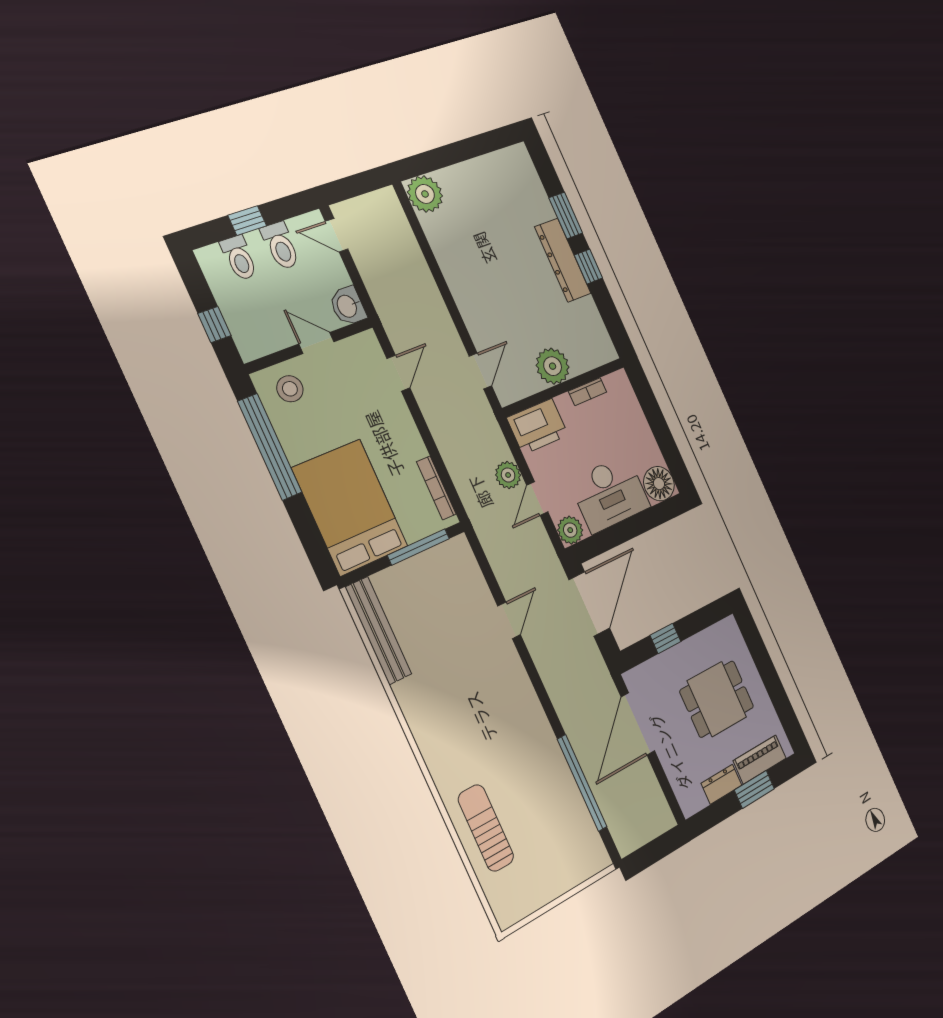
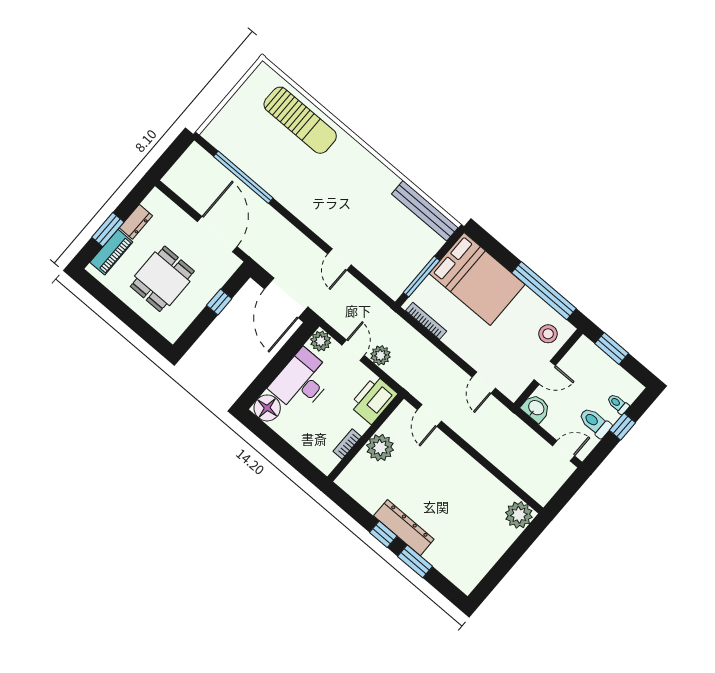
toilet: (239, 258) -> (618, 404), width x0.73, depth x0.72
window: (214, 325) -> (612, 348), width x1.50
sun lounger: (486, 828) -> (300, 120), width x1.36, depth x1.34

